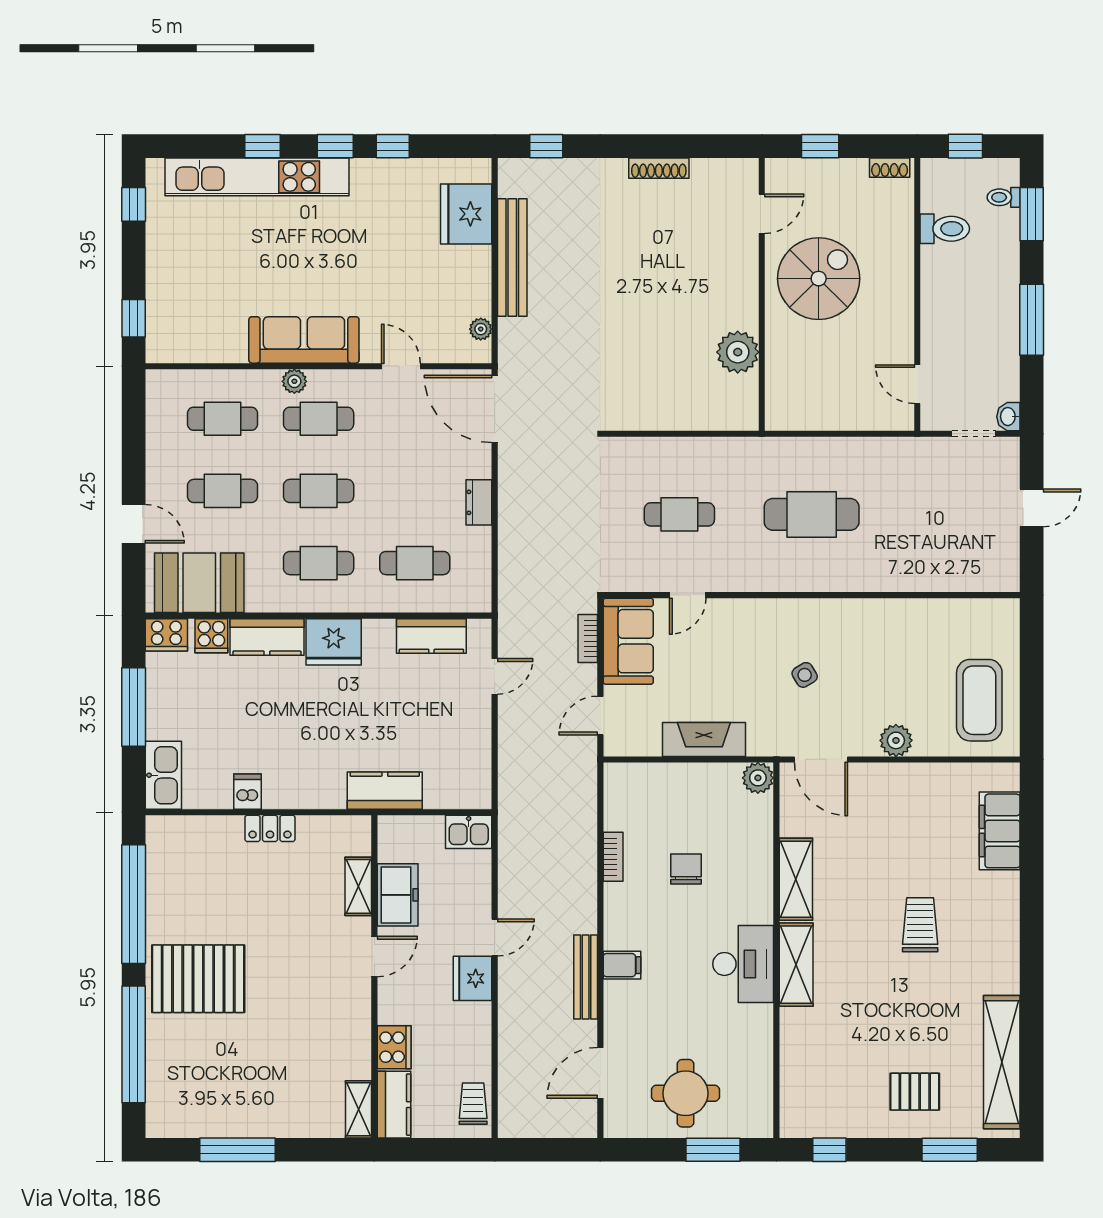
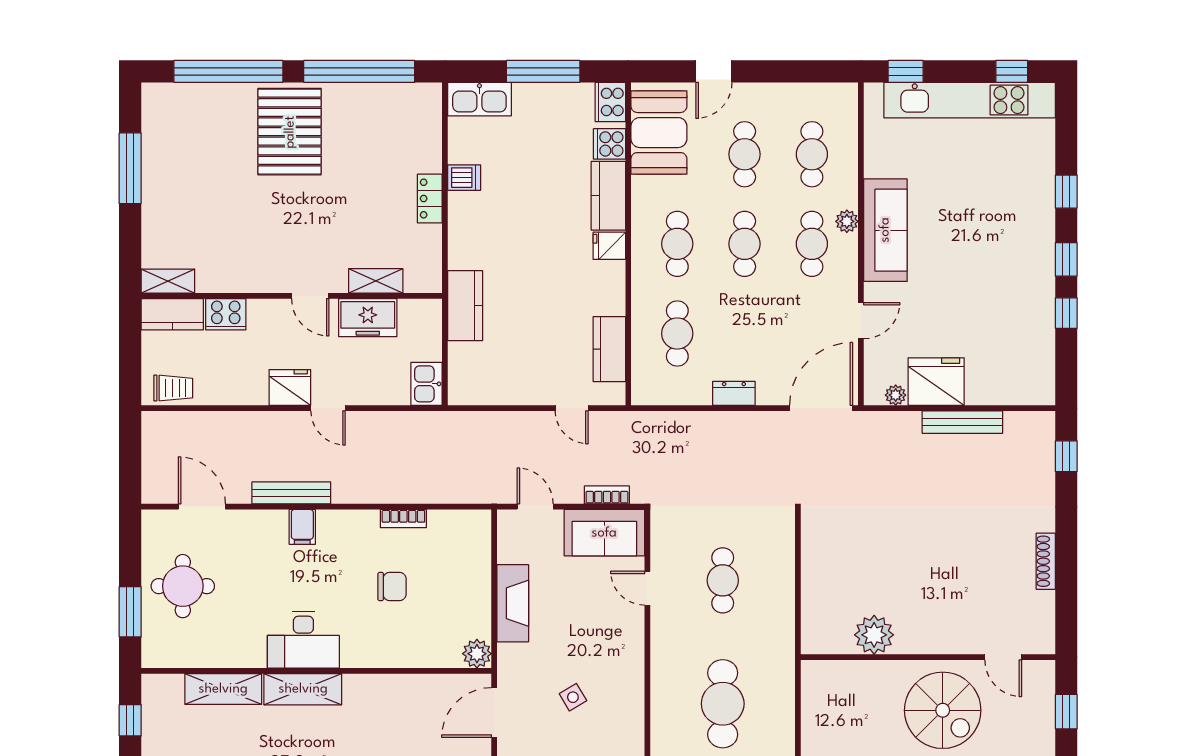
kitchen unit: (257, 177) -> (970, 100), moved, turned -90
fridge: (466, 214) -> (936, 382), moved
bench: (512, 257) -> (962, 422), width x0.73, depth x0.82
fridge: (334, 642) -> (609, 246), width x0.53, depth x0.75
shelving: (796, 879) -> (223, 689), moved

